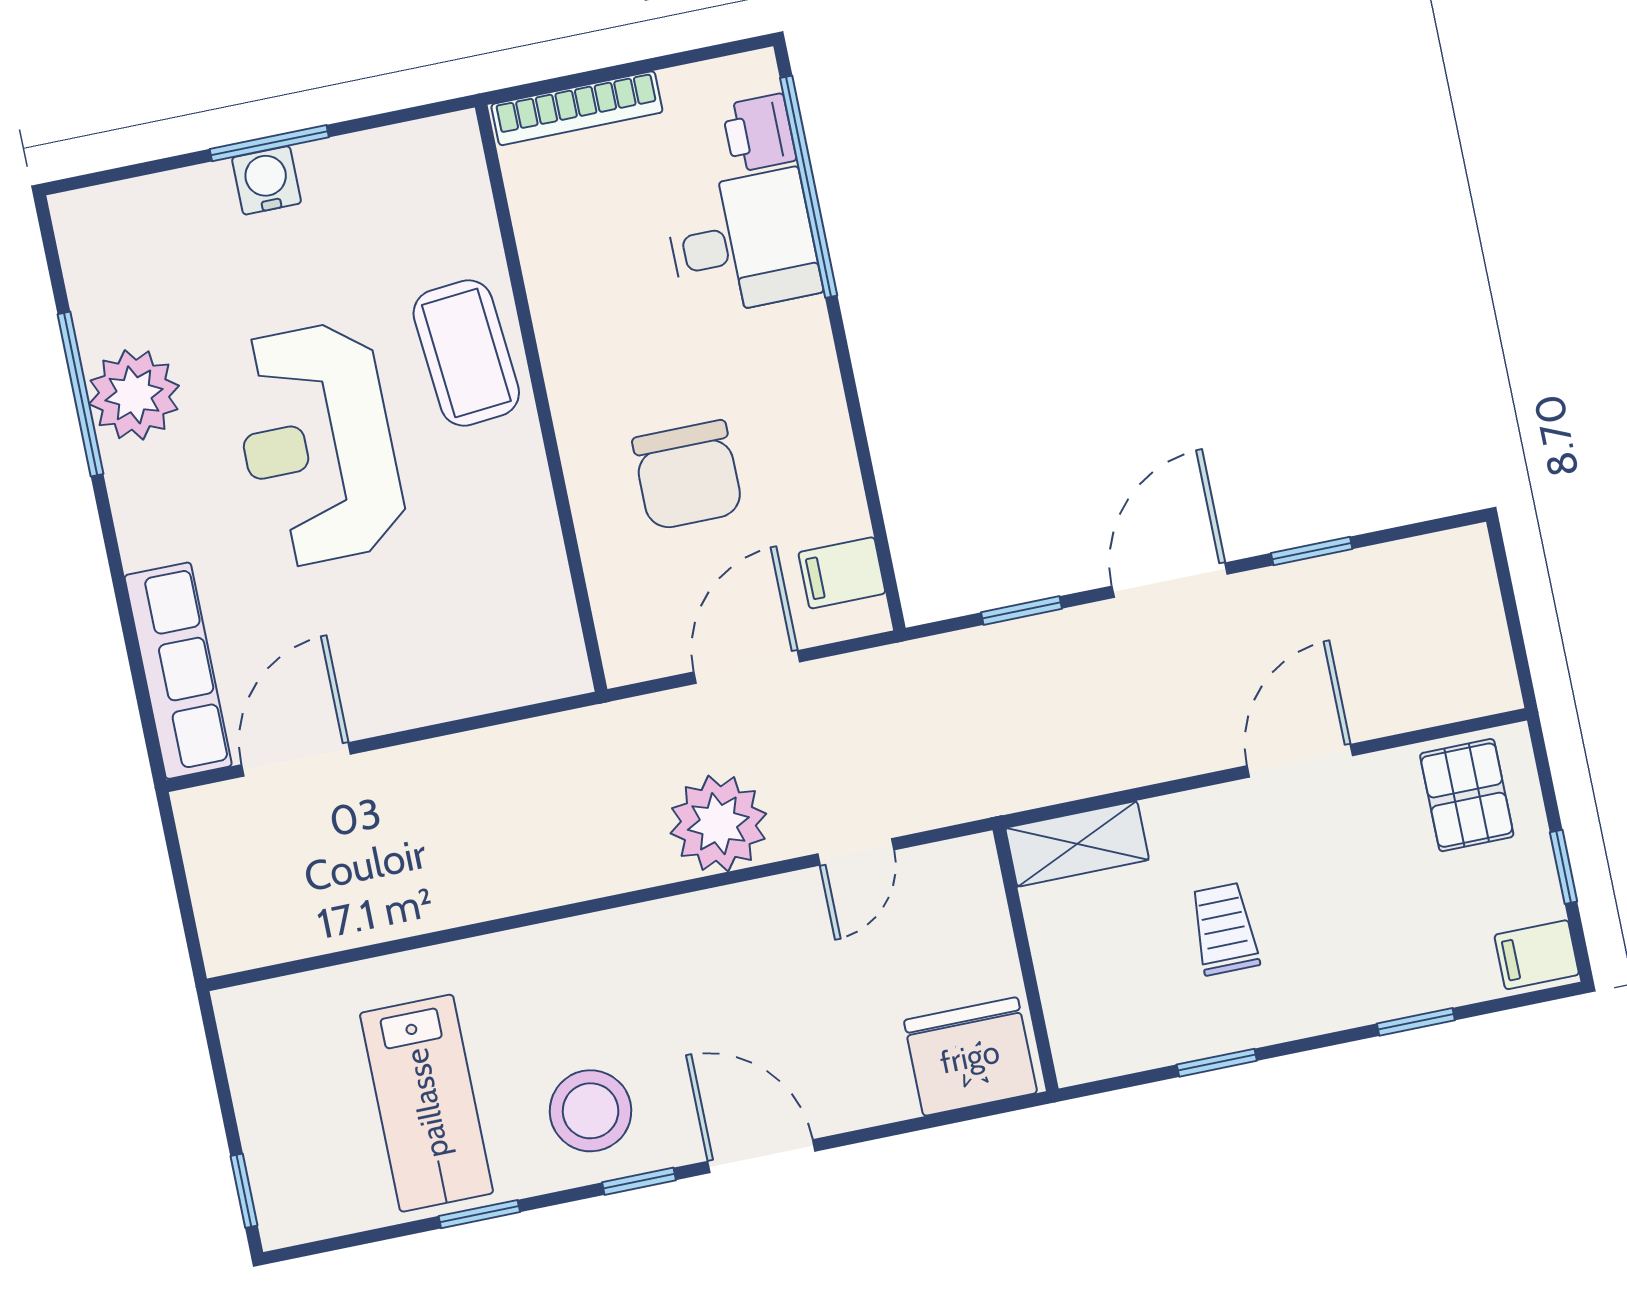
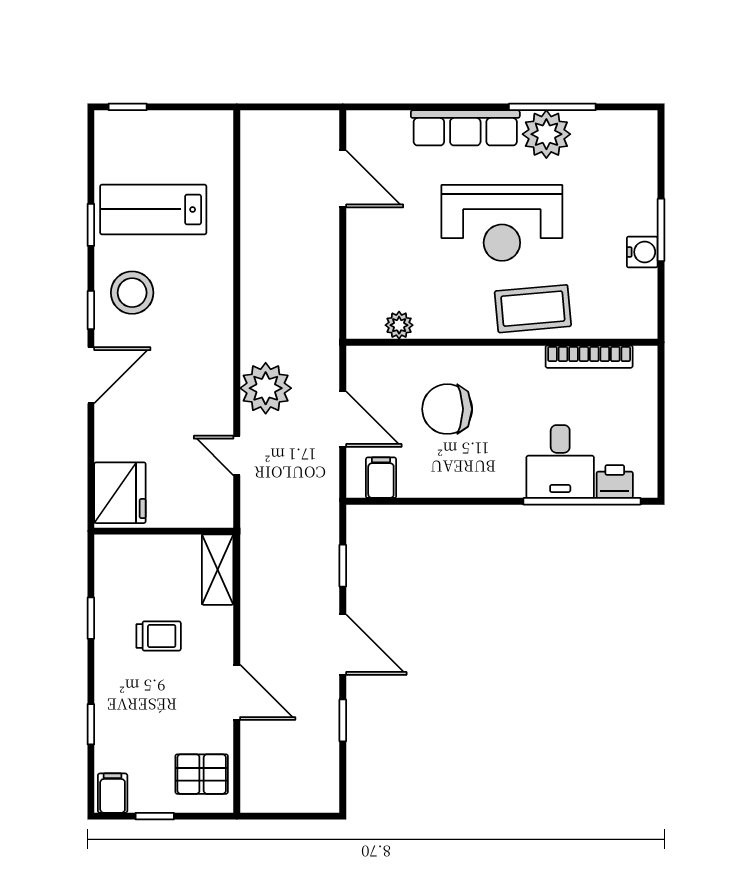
bookcase: (577, 108) -> (589, 357), moved, turned -90
water cooler: (267, 180) -> (642, 252), moved
reception desk: (317, 444) -> (502, 223), turned 180
plant: (549, 598) -> (399, 325), added
row of seats: (178, 671) -> (465, 128), moved

